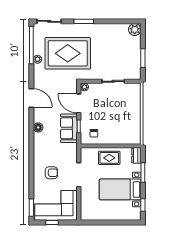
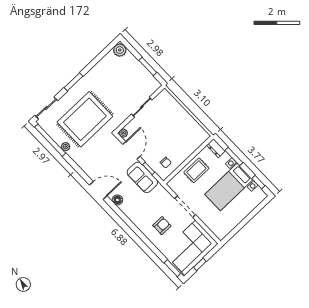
door: (31, 98) -> (98, 190), moved
door: (79, 103) -> (131, 150), swing flipped

